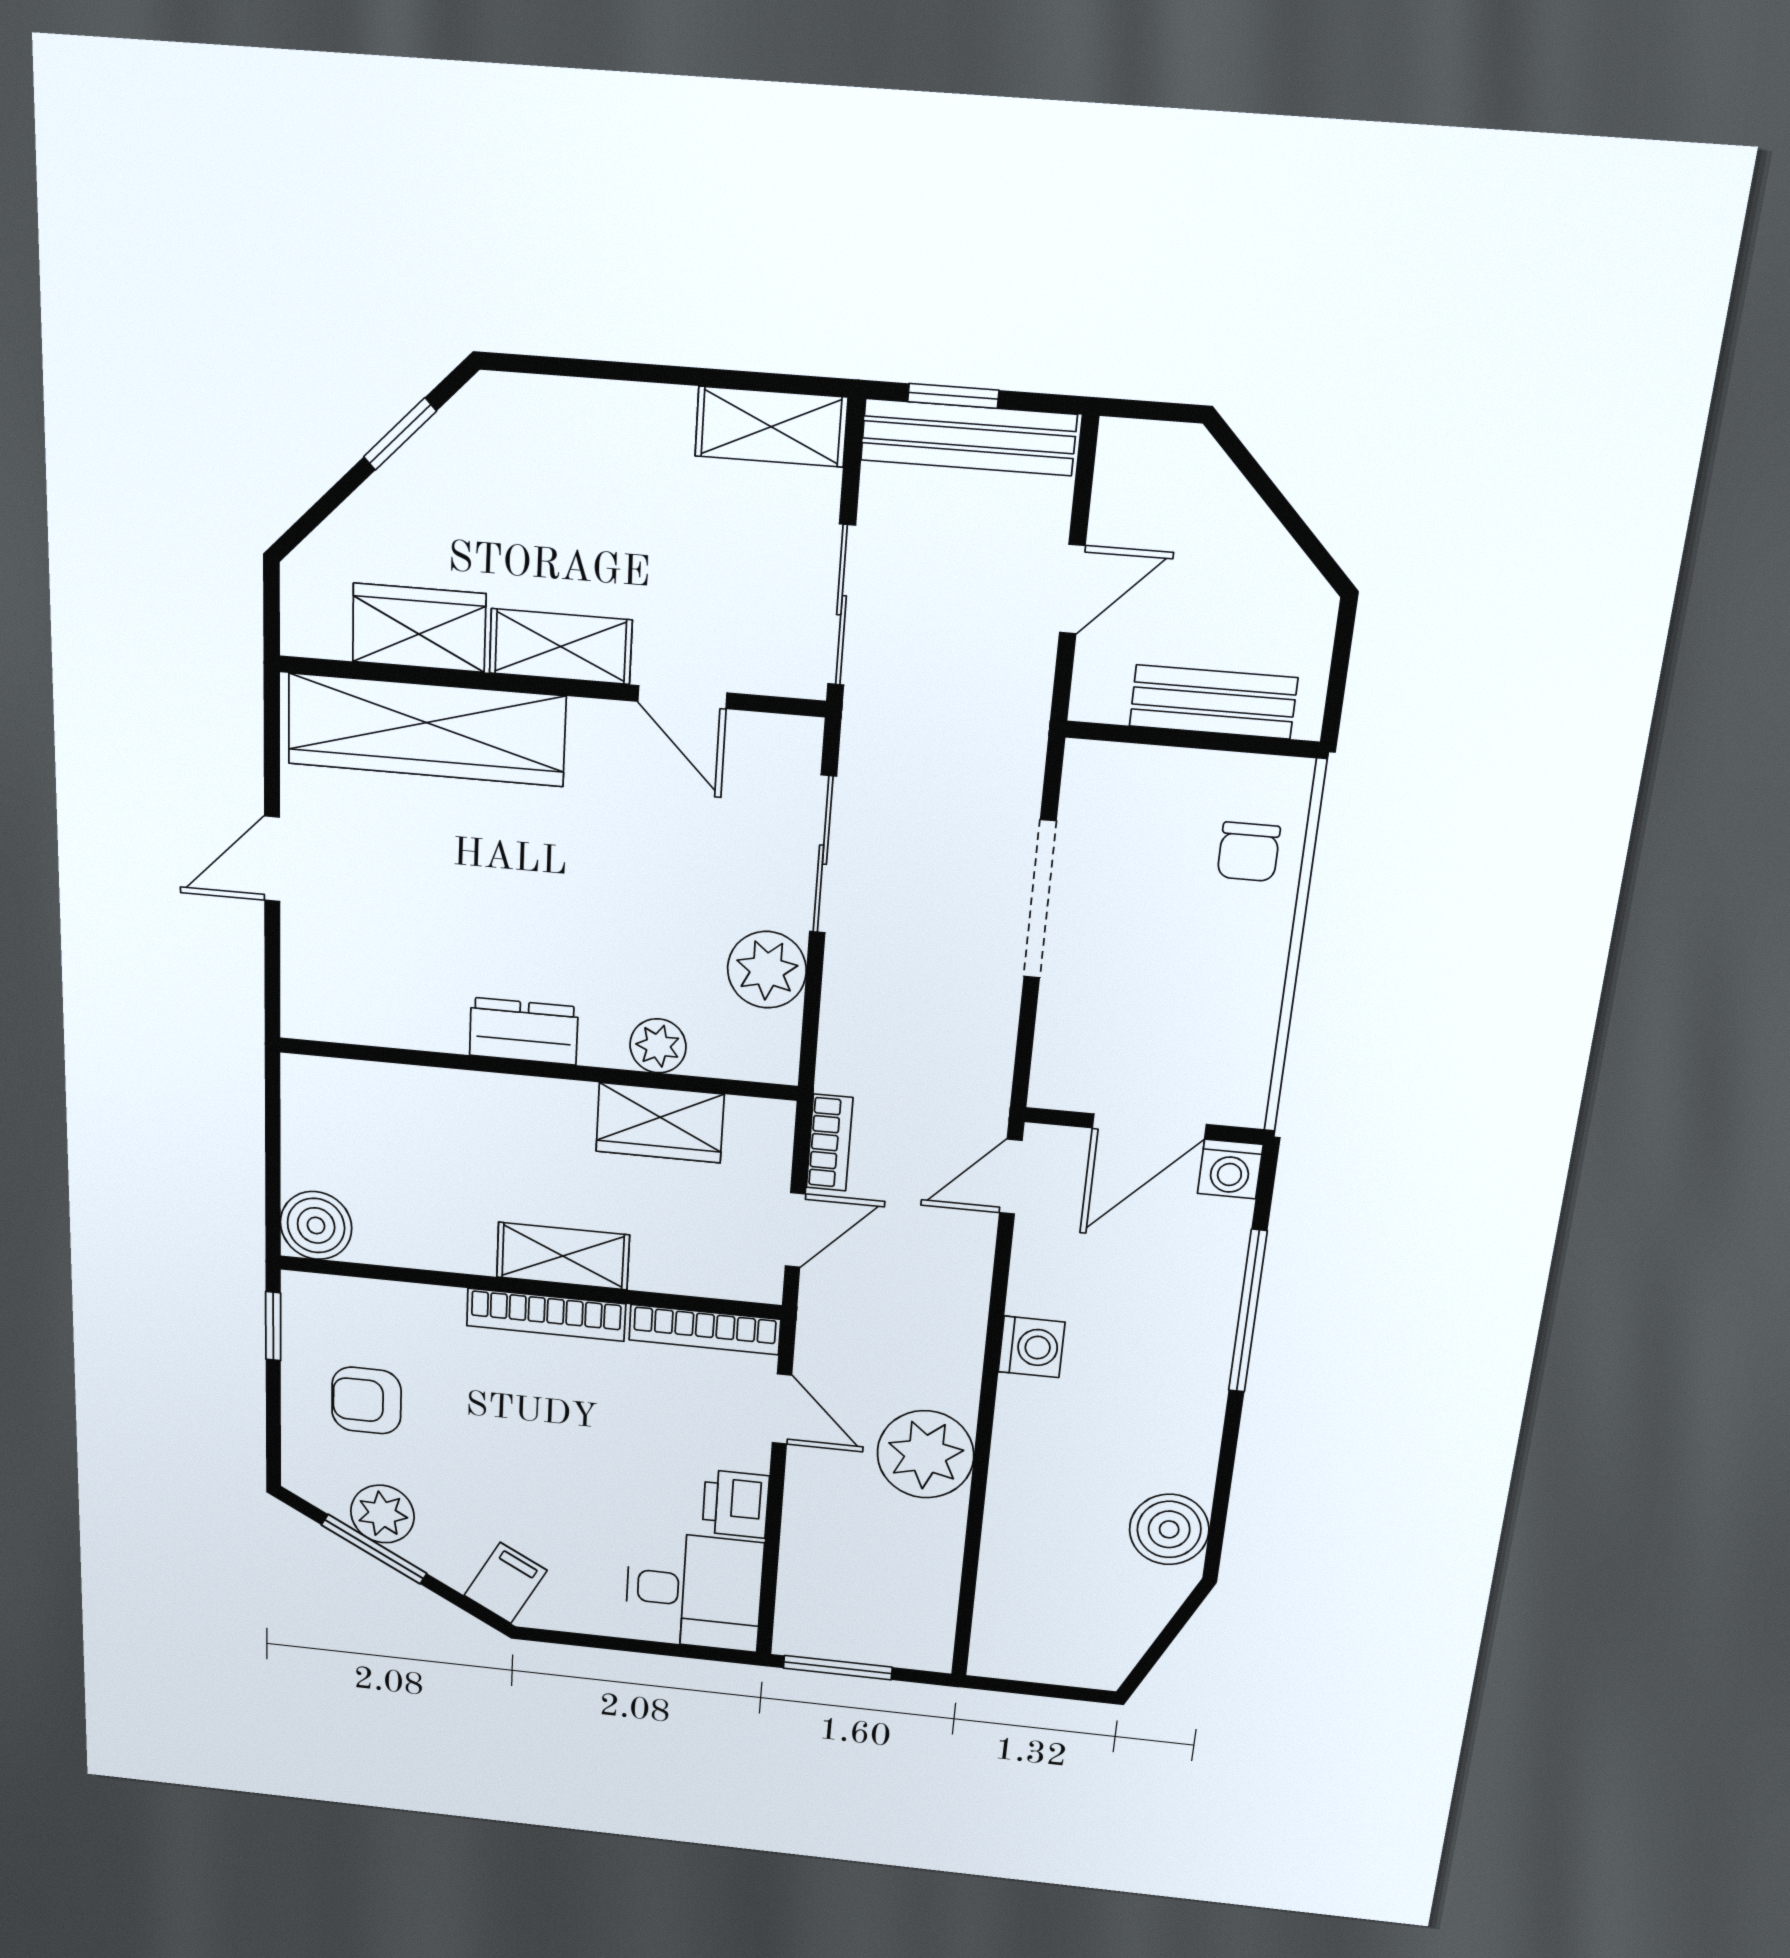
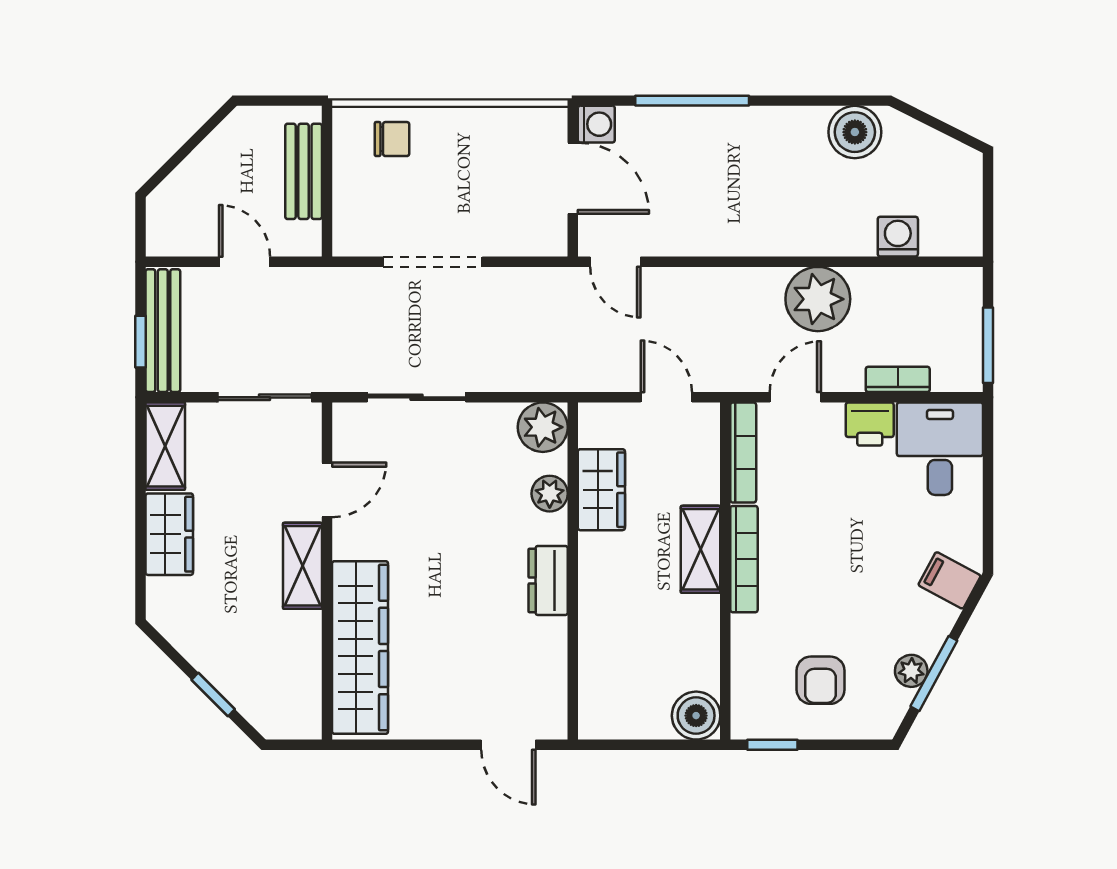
window: (400, 434) -> (213, 694), moved
wardrobe: (419, 628) -> (169, 534), moved, turned 180
door: (272, 859) -> (508, 745), moved
plant: (767, 970) -> (543, 427), moved
bookcase: (830, 1143) -> (898, 379), moved
washing machine: (1032, 1347) -> (898, 237), moved
plant: (382, 1514) -> (911, 671), width x0.73, depth x0.73

